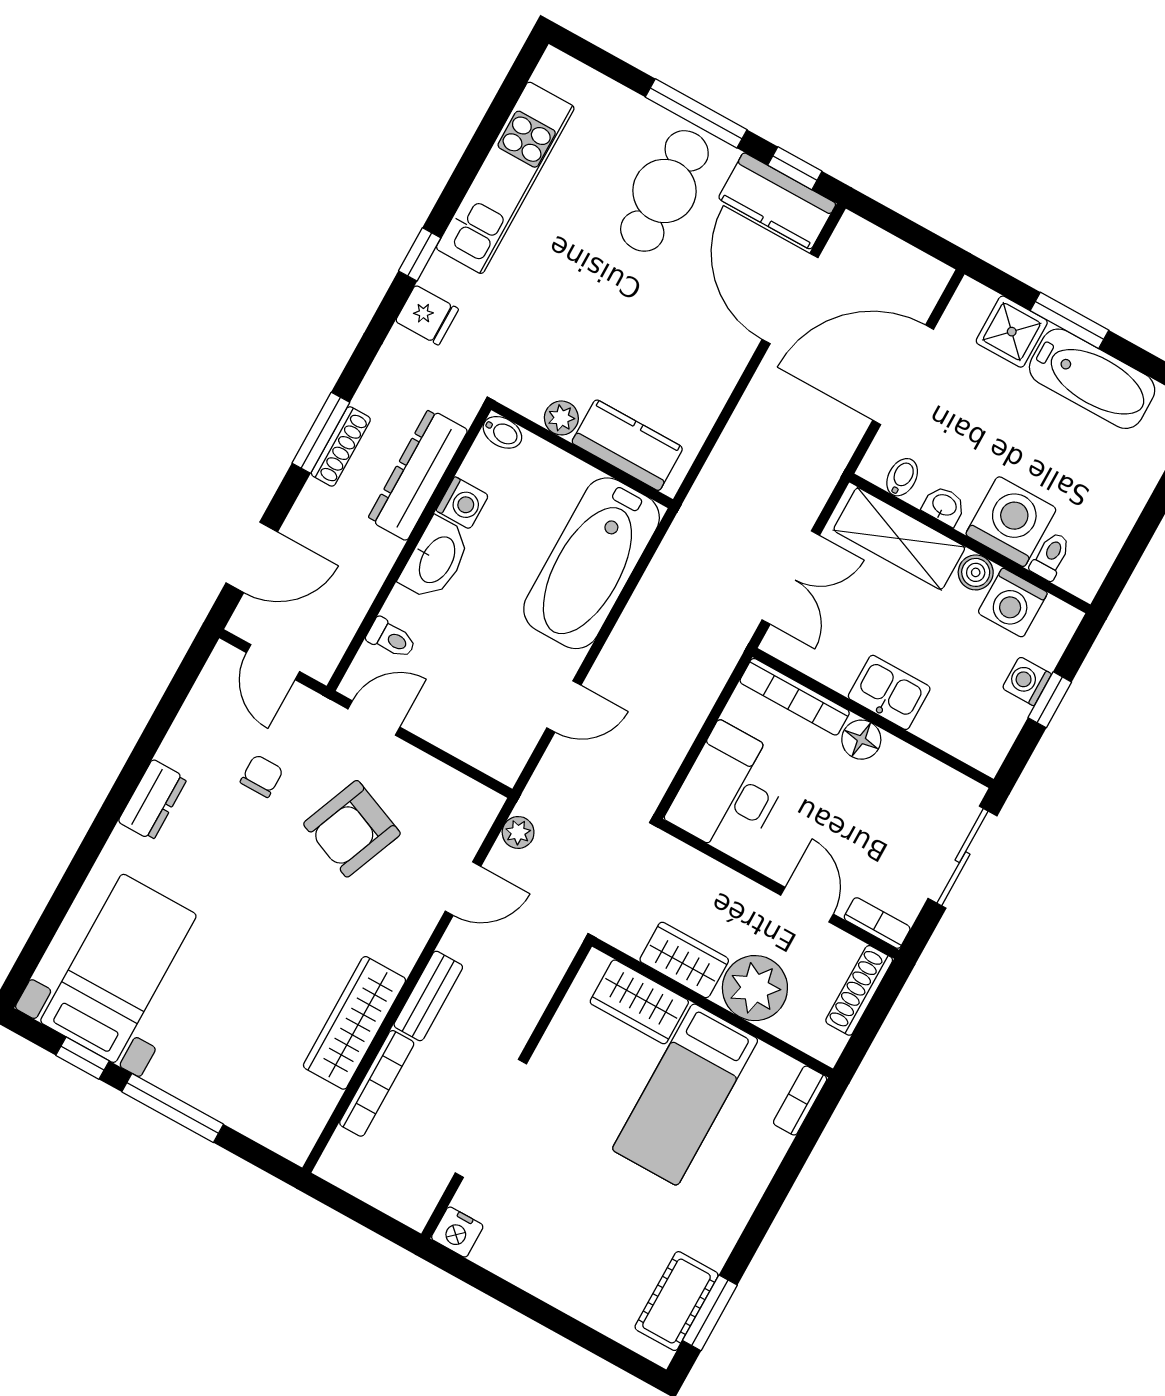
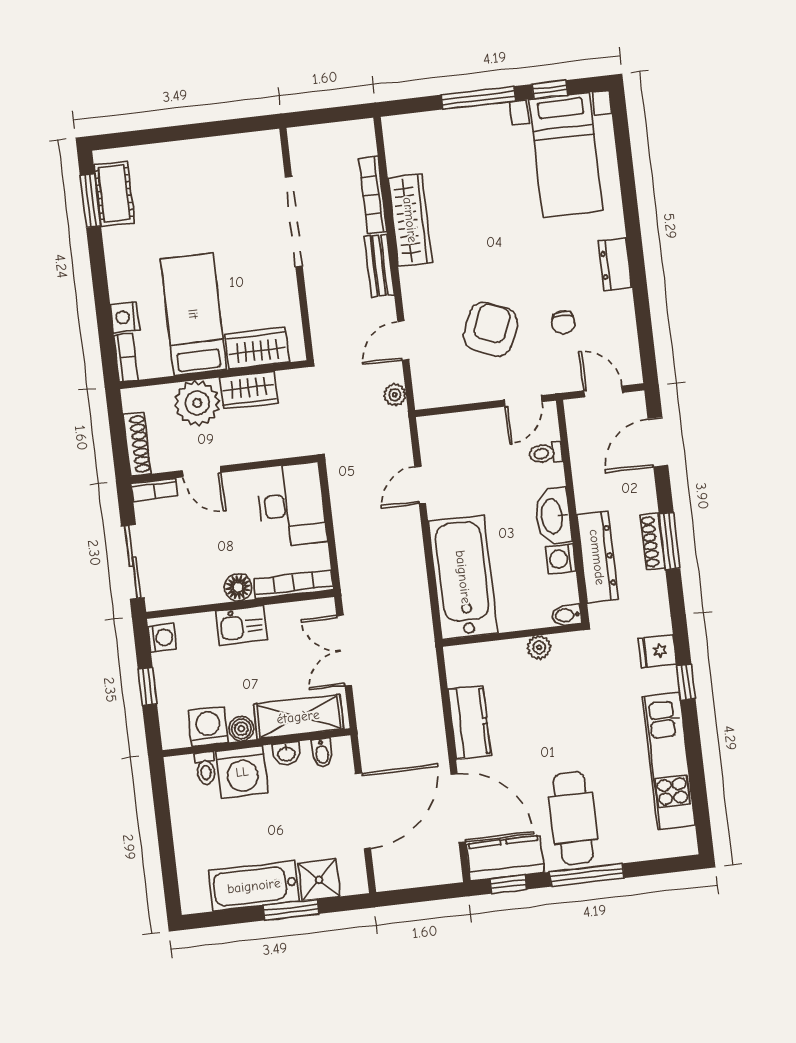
kitchen counter: (627, 445) -> (469, 723), moved, turned -90
washing machine: (1027, 681) -> (162, 638), moved
nightstand: (457, 1232) -> (125, 317), moved, turned -90

